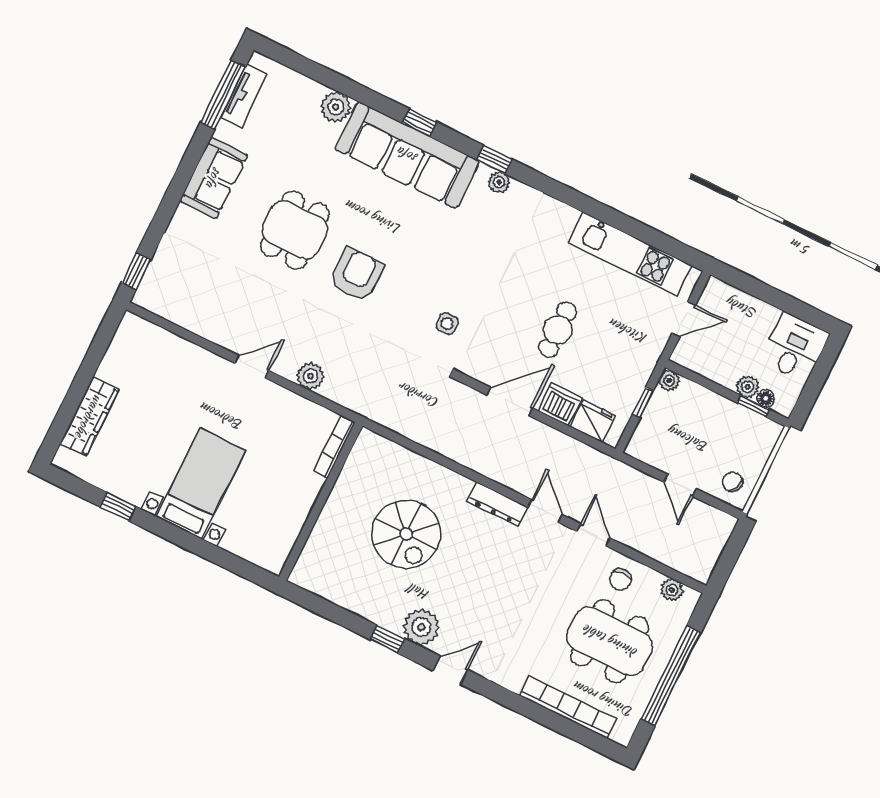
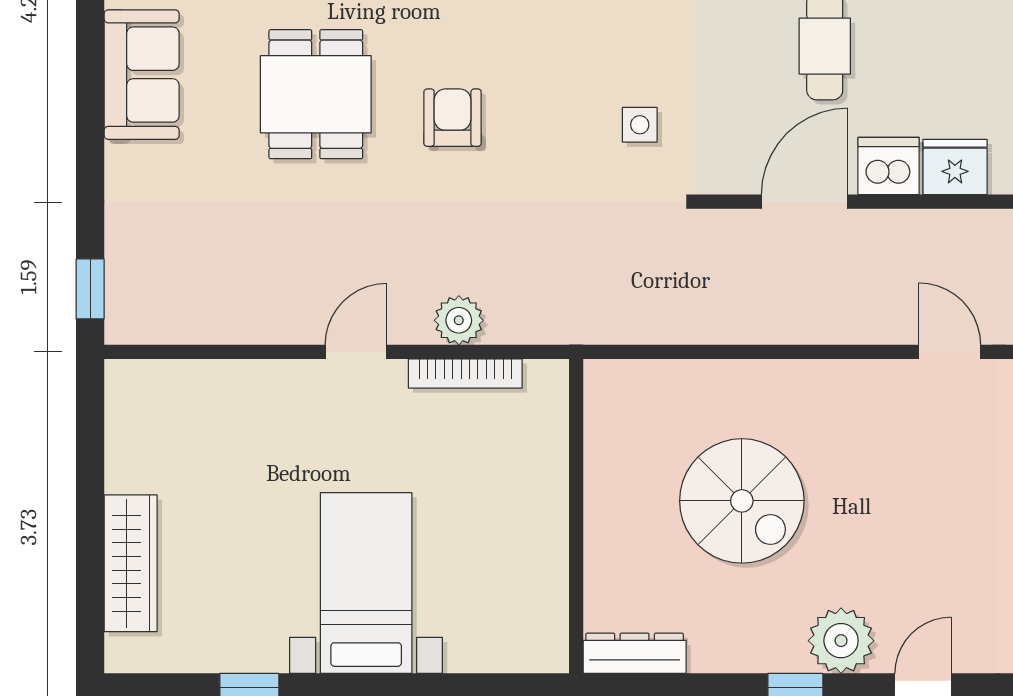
armchair: (357, 275) -> (453, 118), width x0.72, depth x0.72
bookcase: (334, 447) -> (465, 373), moved, turned -90
dresser: (497, 504) -> (635, 653), moved, turned 180

